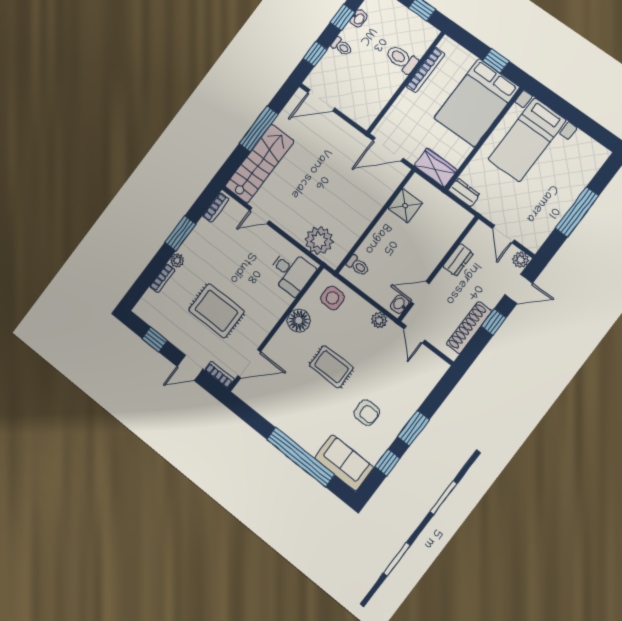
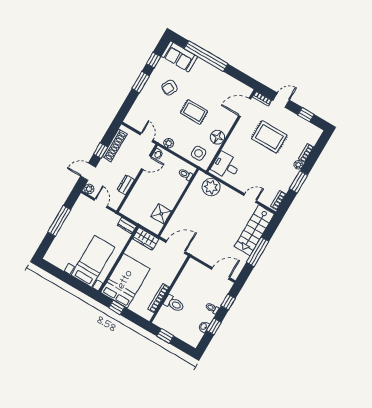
armchair: (367, 413) -> (169, 88), turned -62

